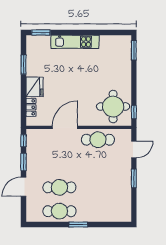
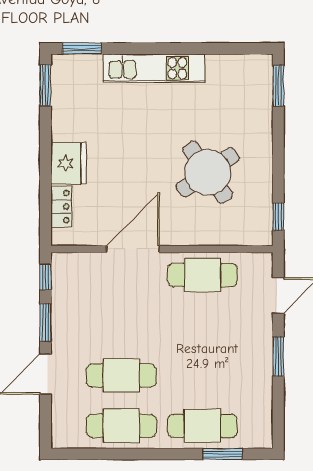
window: (24, 65) -> (45, 85), moved
round table: (113, 107) -> (208, 172), moved, turned -35
cafe table: (98, 211) -> (202, 426), added
window: (78, 224) -> (223, 454), moved

